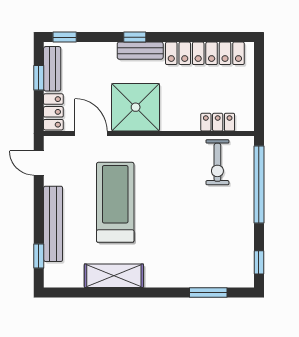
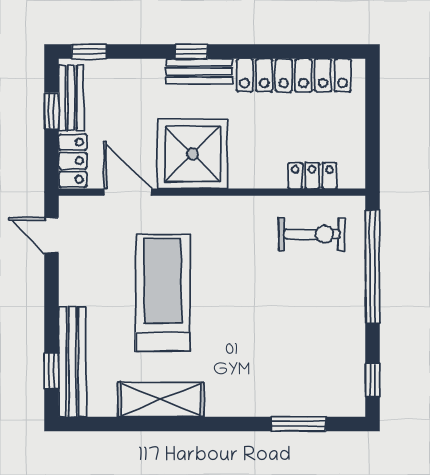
exercise bike: (217, 162) -> (312, 234), turned -90
bench: (53, 224) -> (72, 362), moved

